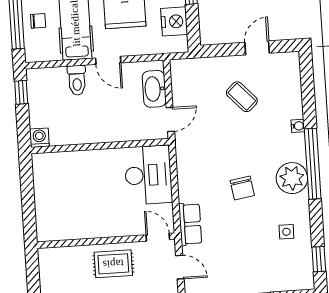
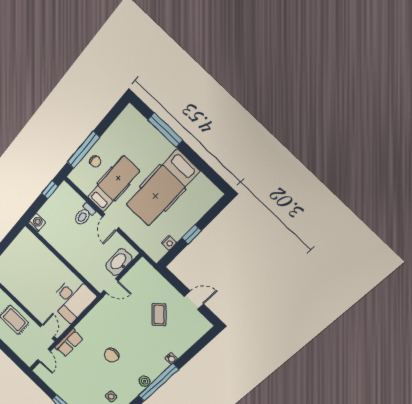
nightstand: (174, 21) -> (169, 243), width x0.53, depth x0.56
plant: (292, 178) -> (145, 381), width x0.53, depth x0.53

